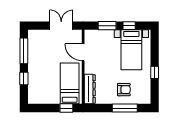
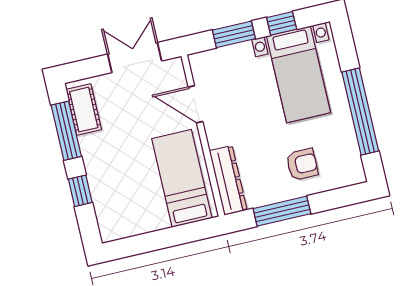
cot: (34, 43) -> (84, 110), added
window: (155, 72) -> (360, 111), width x3.17
window: (66, 108) -> (187, 233), removed
window: (125, 108) -> (282, 211), moved

